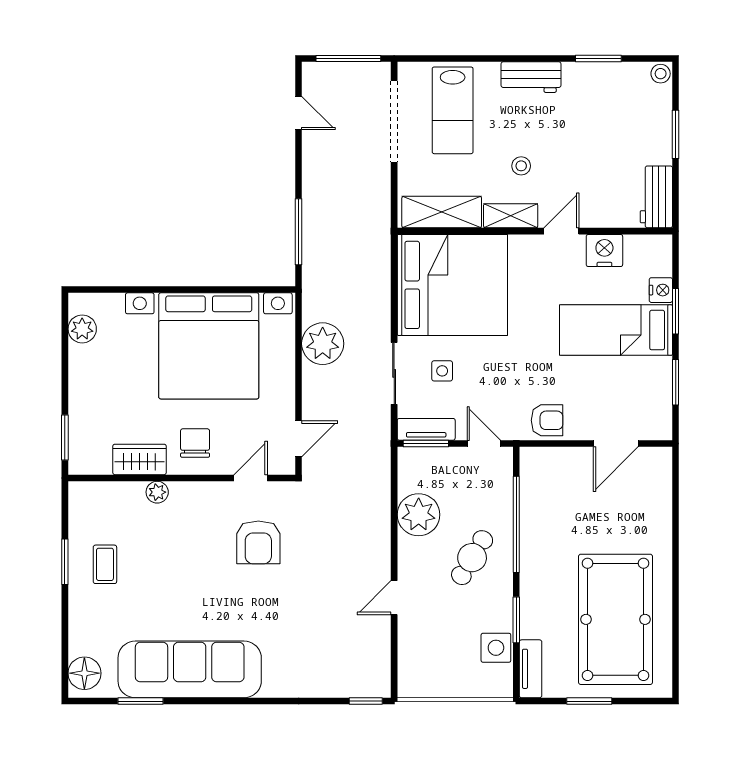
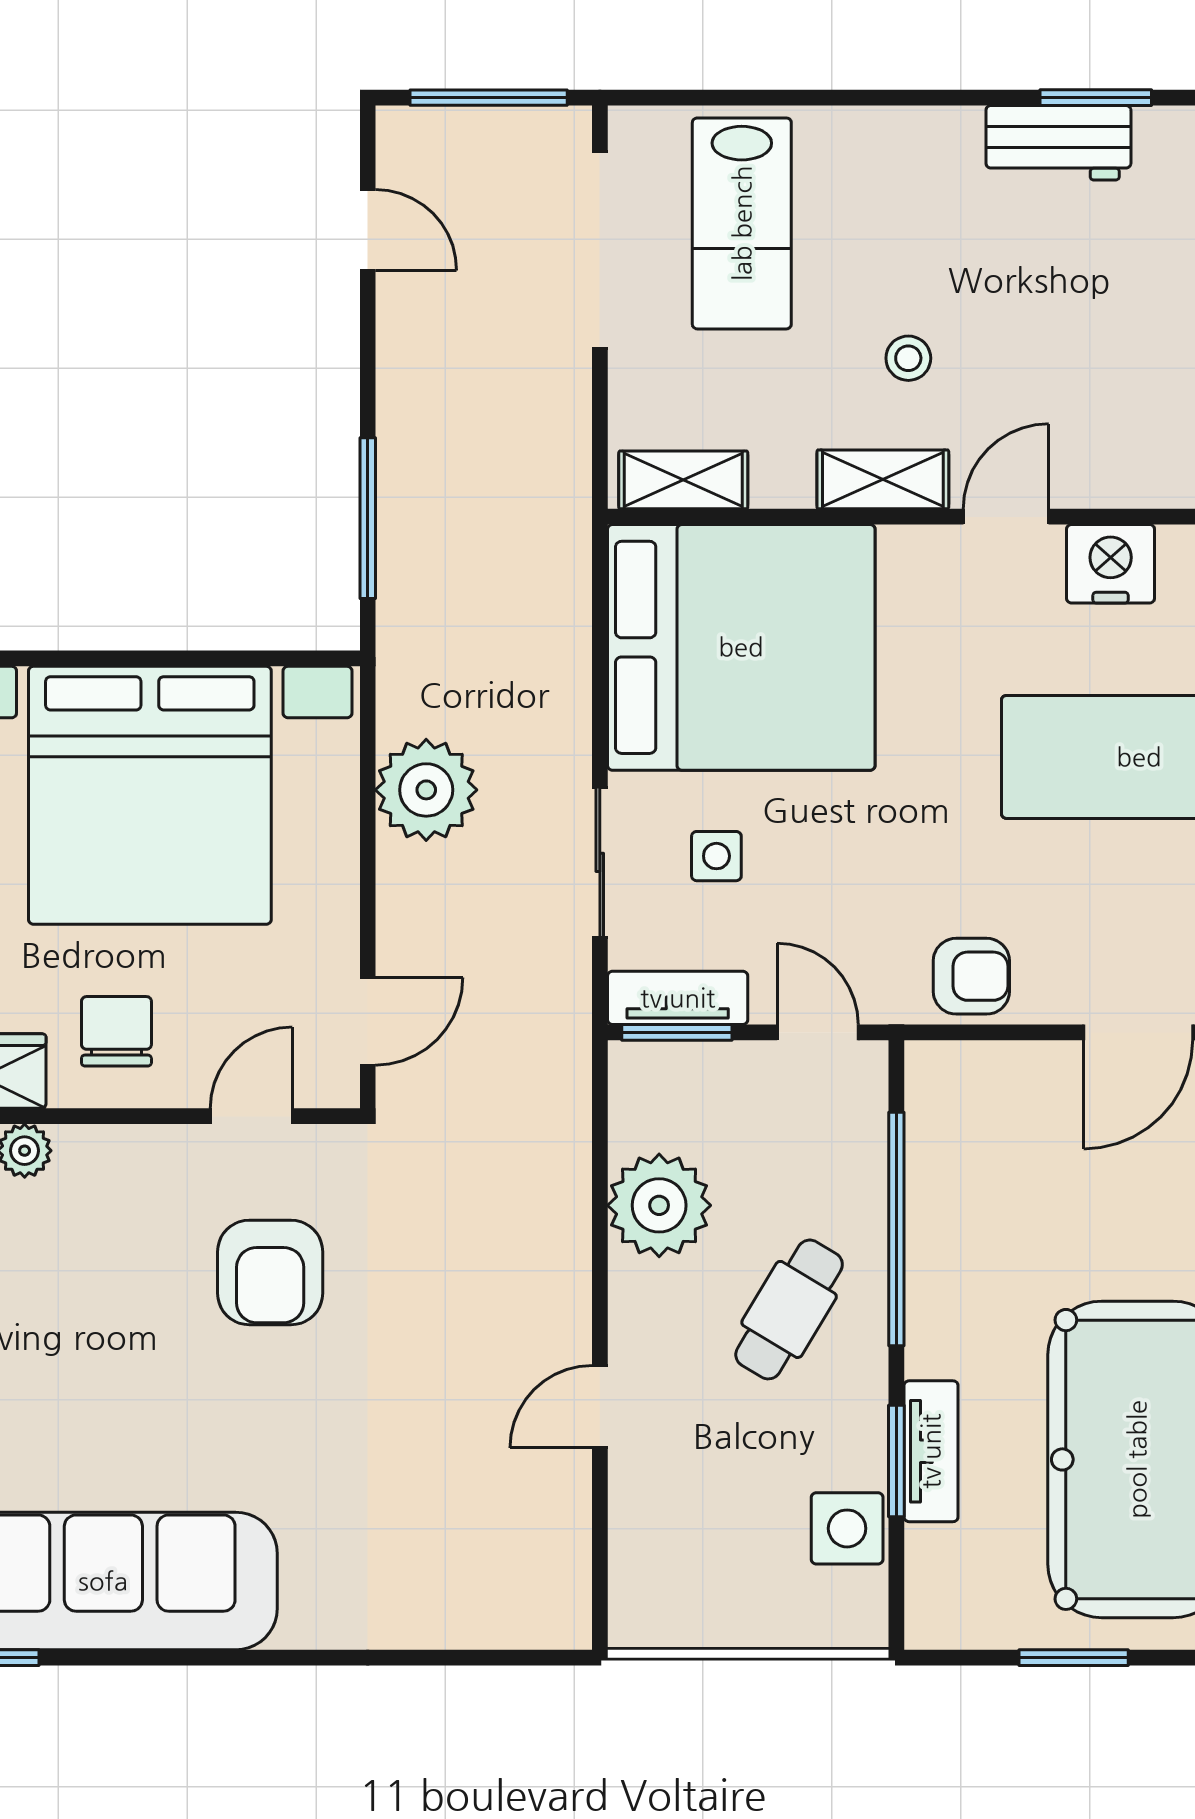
workbench: (531, 77) -> (1058, 143), moved
shelving: (442, 212) -> (683, 480), width x0.67, depth x0.75
tv unit: (531, 669) -> (931, 1451), moved
window: (366, 701) -> (531, 1658), removed

